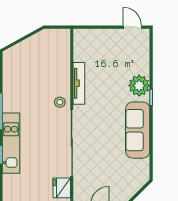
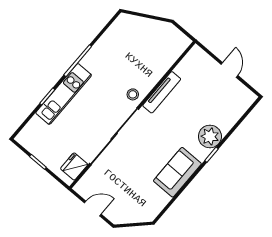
door: (132, 27) -> (229, 70), moved
sofa: (138, 130) -> (177, 172), width x0.73

